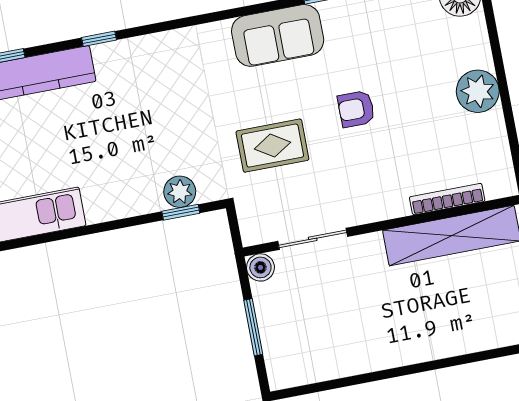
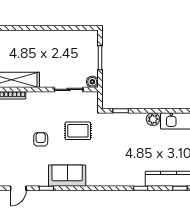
armchair: (356, 109) -> (41, 139), turned -90
plant: (180, 192) -> (153, 119), moved

